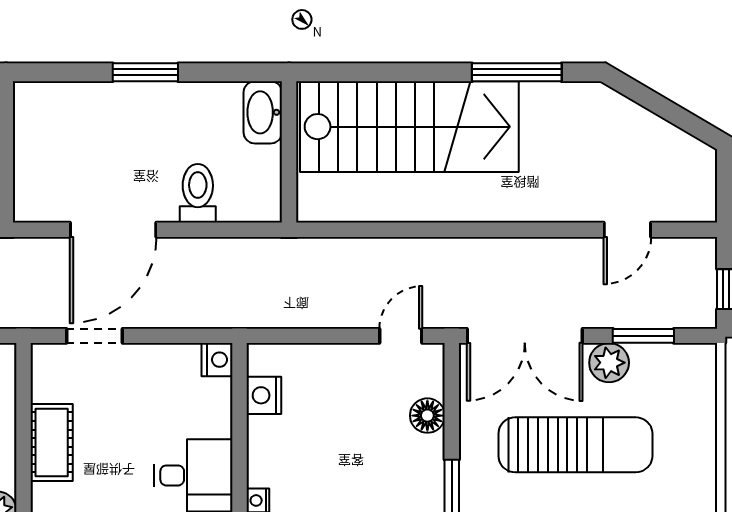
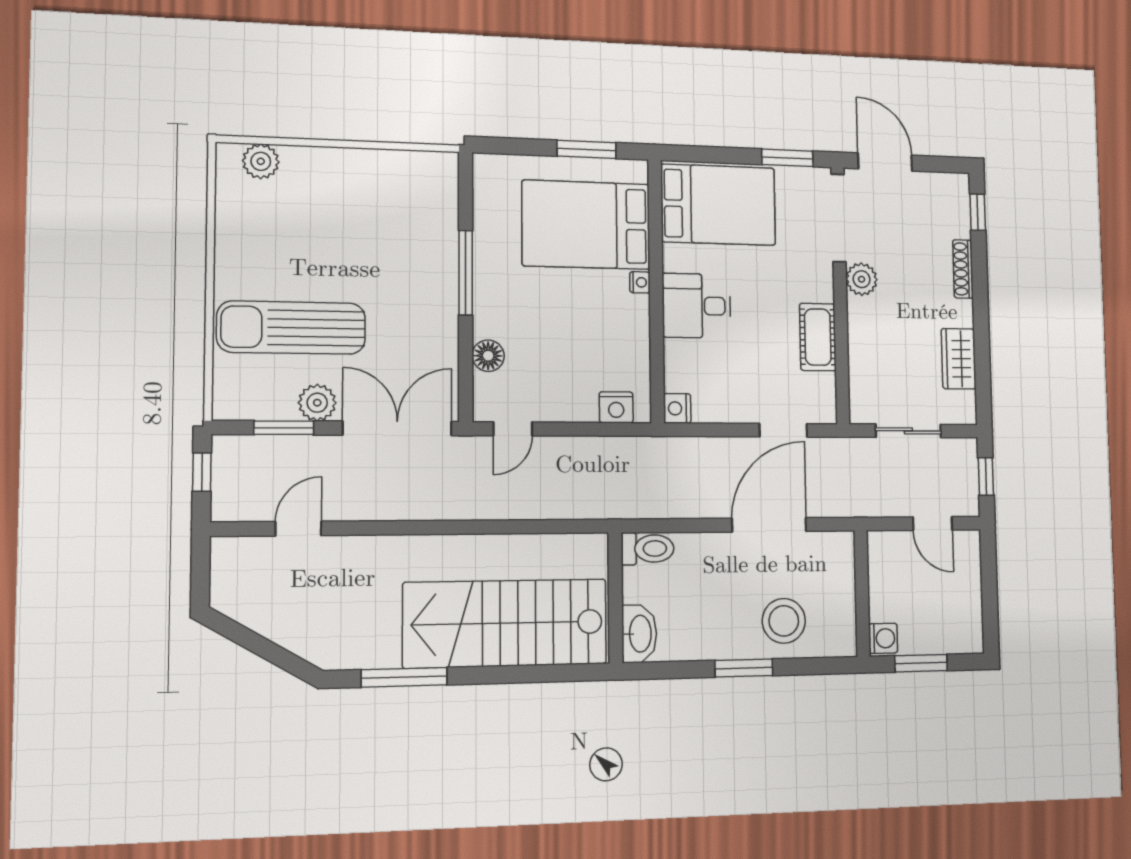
stool: (98, 123) -> (784, 621), added
toilet: (198, 193) -> (648, 549), moved, turned -90
nightstand: (264, 395) -> (616, 407), moved, turned 90
sun lounger: (575, 445) -> (291, 328), moved

